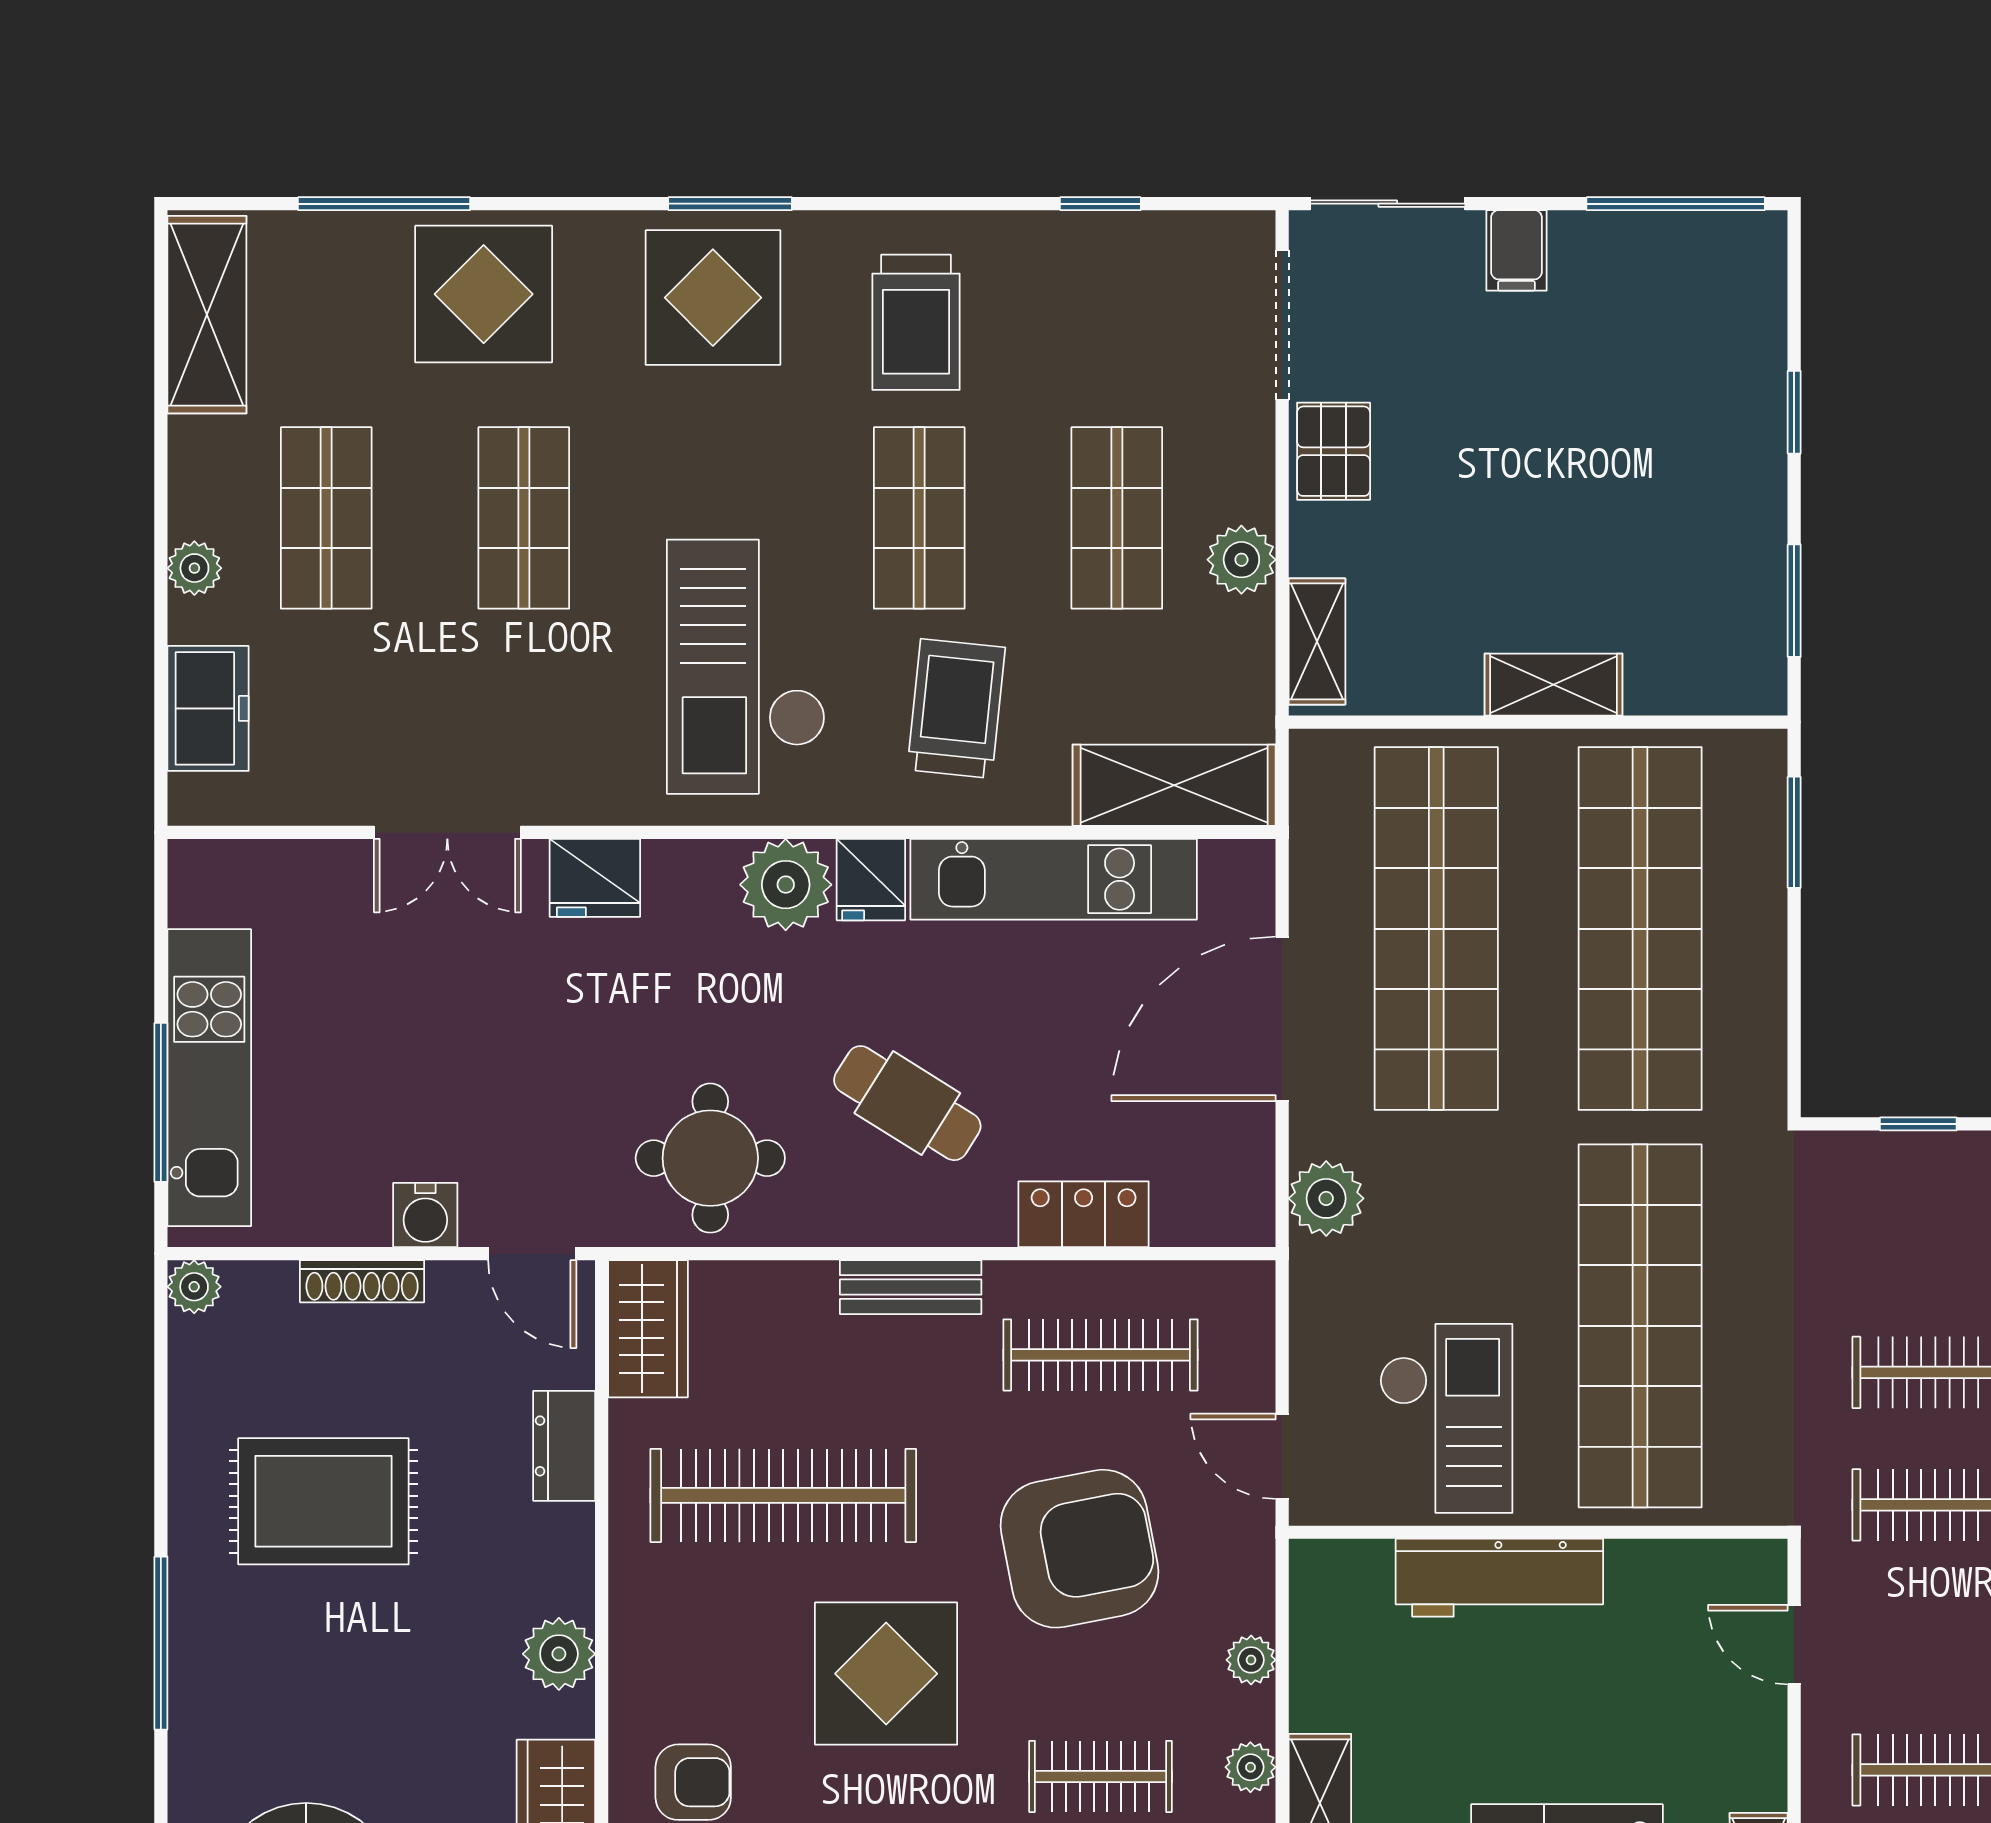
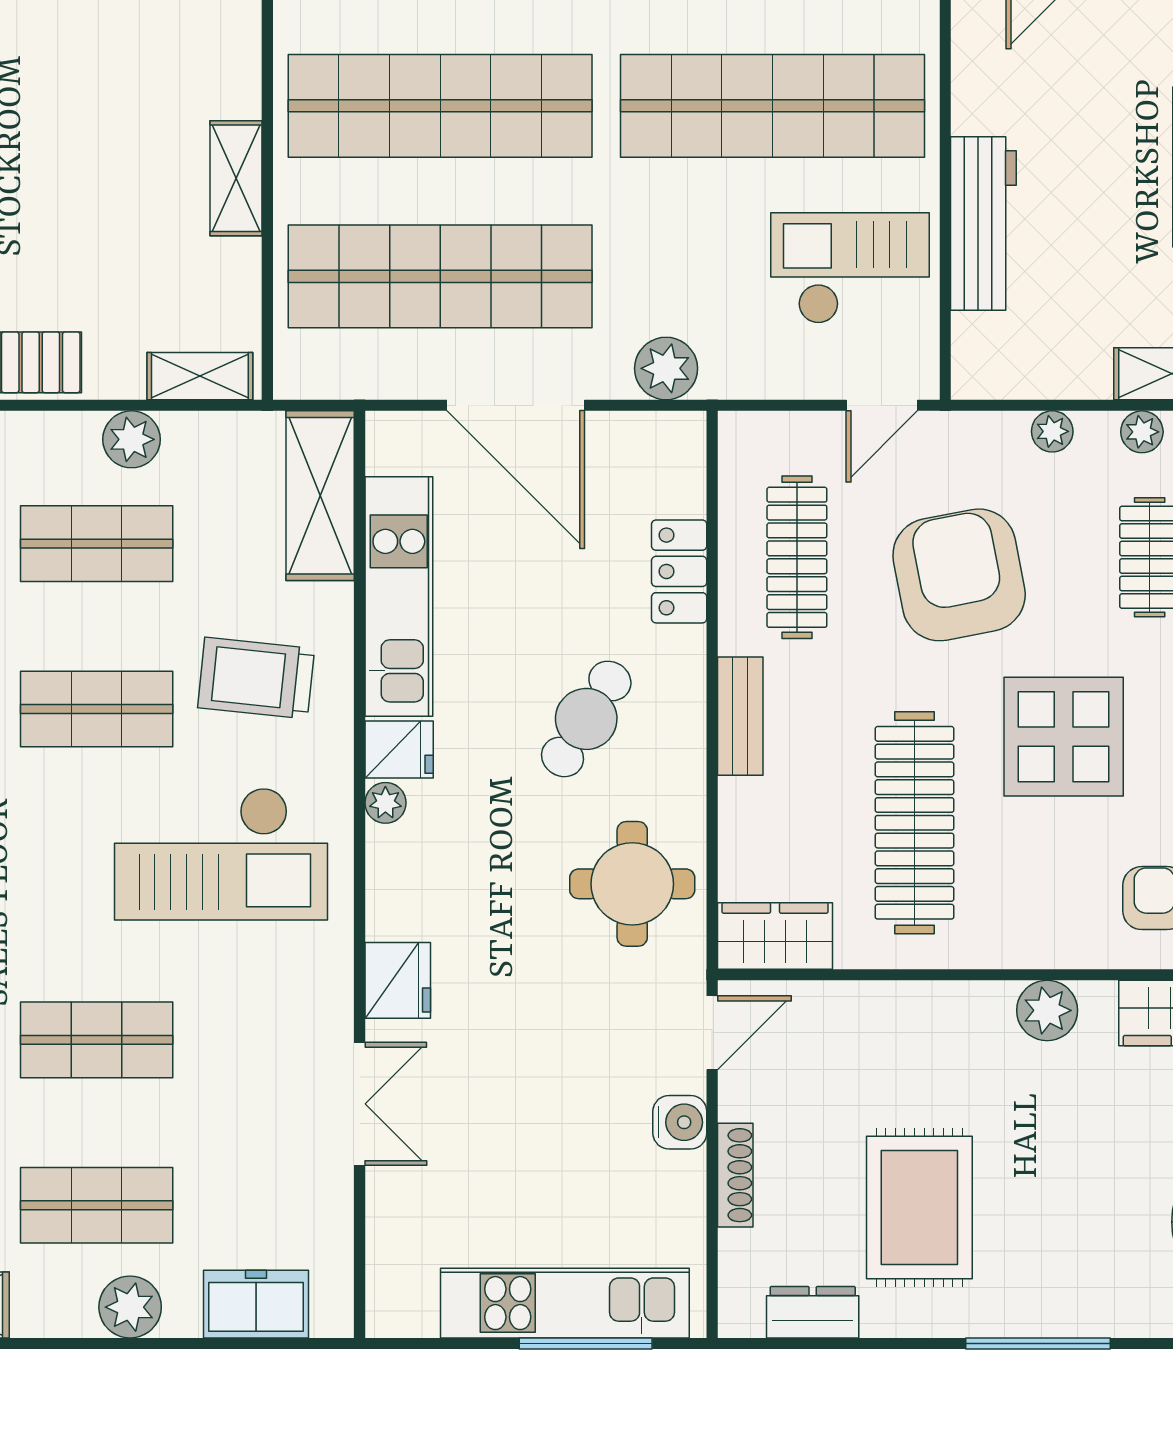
plant: (194, 568) -> (130, 1307), width x1.38, depth x1.38
plant: (786, 885) -> (385, 803), width x0.53, depth x0.53
plant: (194, 1287) -> (740, 1316), removed
dresser: (564, 1446) -> (813, 1312), moved, turned 180

